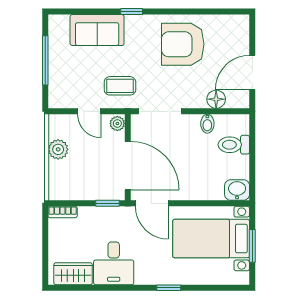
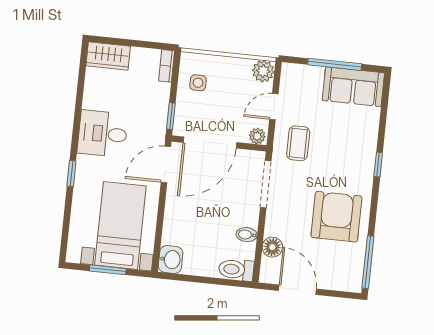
window: (221, 12) -> (368, 262), added
sofa: (97, 30) -> (353, 87), moved, turned -90
toilet: (234, 145) -> (236, 270), moved, turned -90
plant: (58, 149) -> (263, 71), moved
side table: (75, 182) -> (198, 83), added
desk: (114, 263) -> (103, 134), moved
wardrobe: (73, 274) -> (108, 56), moved, turned 90

